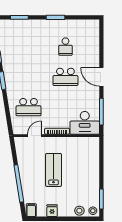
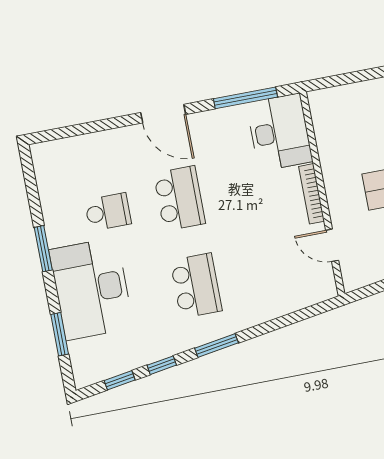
desk: (35, 34) -> (91, 289), added
door: (101, 77) -> (163, 114), hinge flipped
school desk: (29, 107) -> (196, 286), moved

